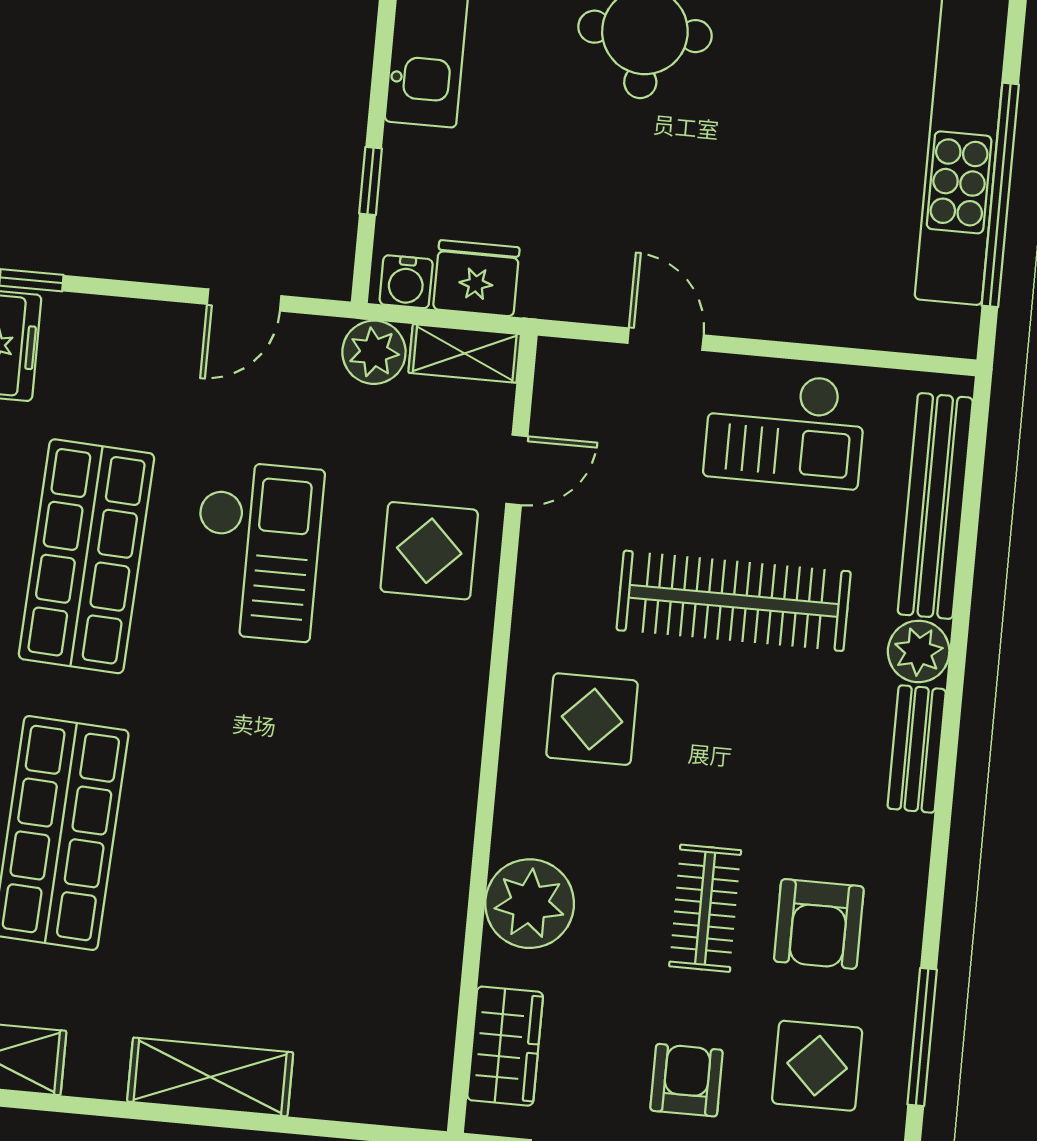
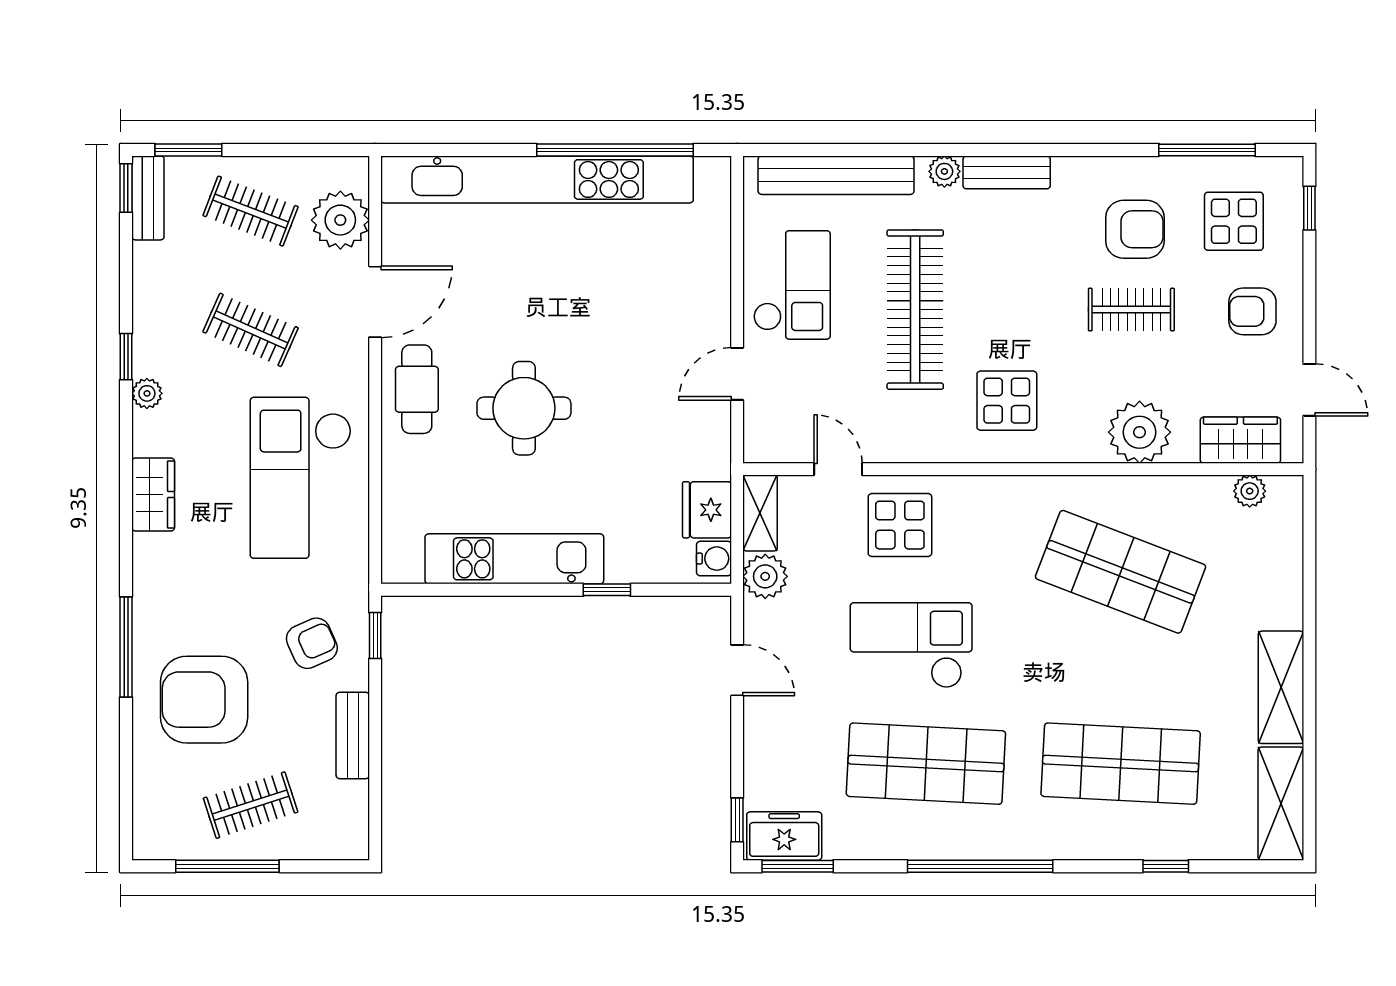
window: (371, 181) -> (607, 590), moved
plant: (919, 651) -> (944, 171), width x0.73, depth x0.73
shop shelf: (334, 858) -> (1121, 572), added
plant: (431, 1052) -> (1250, 491), added
shelving: (210, 1077) -> (1281, 687), moved

